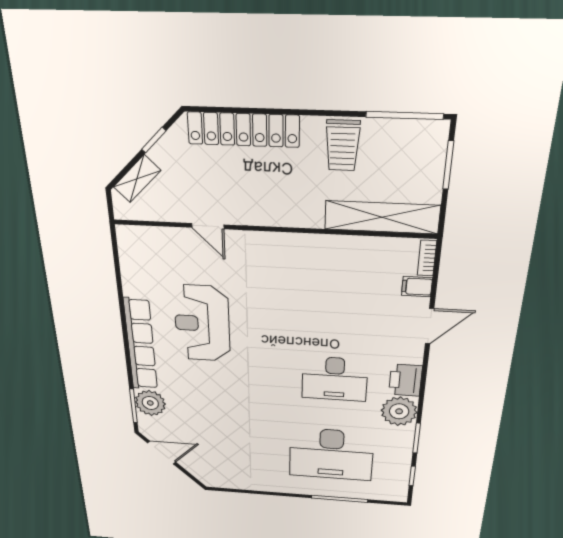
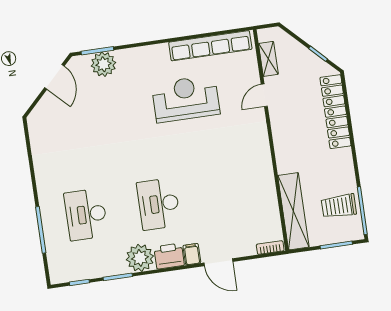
trolley: (342, 145) -> (339, 206), moved
shelving: (137, 179) -> (268, 59), moved, turned 45
filing cabinet: (417, 287) -> (192, 254), moved
row of seats: (141, 345) -> (210, 46), moved
desk: (331, 454) -> (86, 215), width x0.73, depth x0.77

